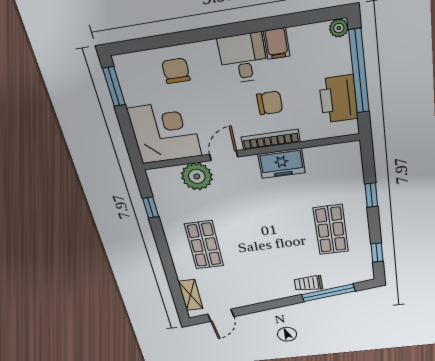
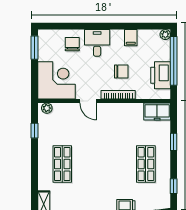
desk: (243, 58) -> (97, 43), moved
door: (224, 156) -> (88, 101), swing flipped
freezer: (282, 163) -> (157, 112), moved
plant: (197, 176) -> (47, 108), moved, width x0.53, depth x0.53

